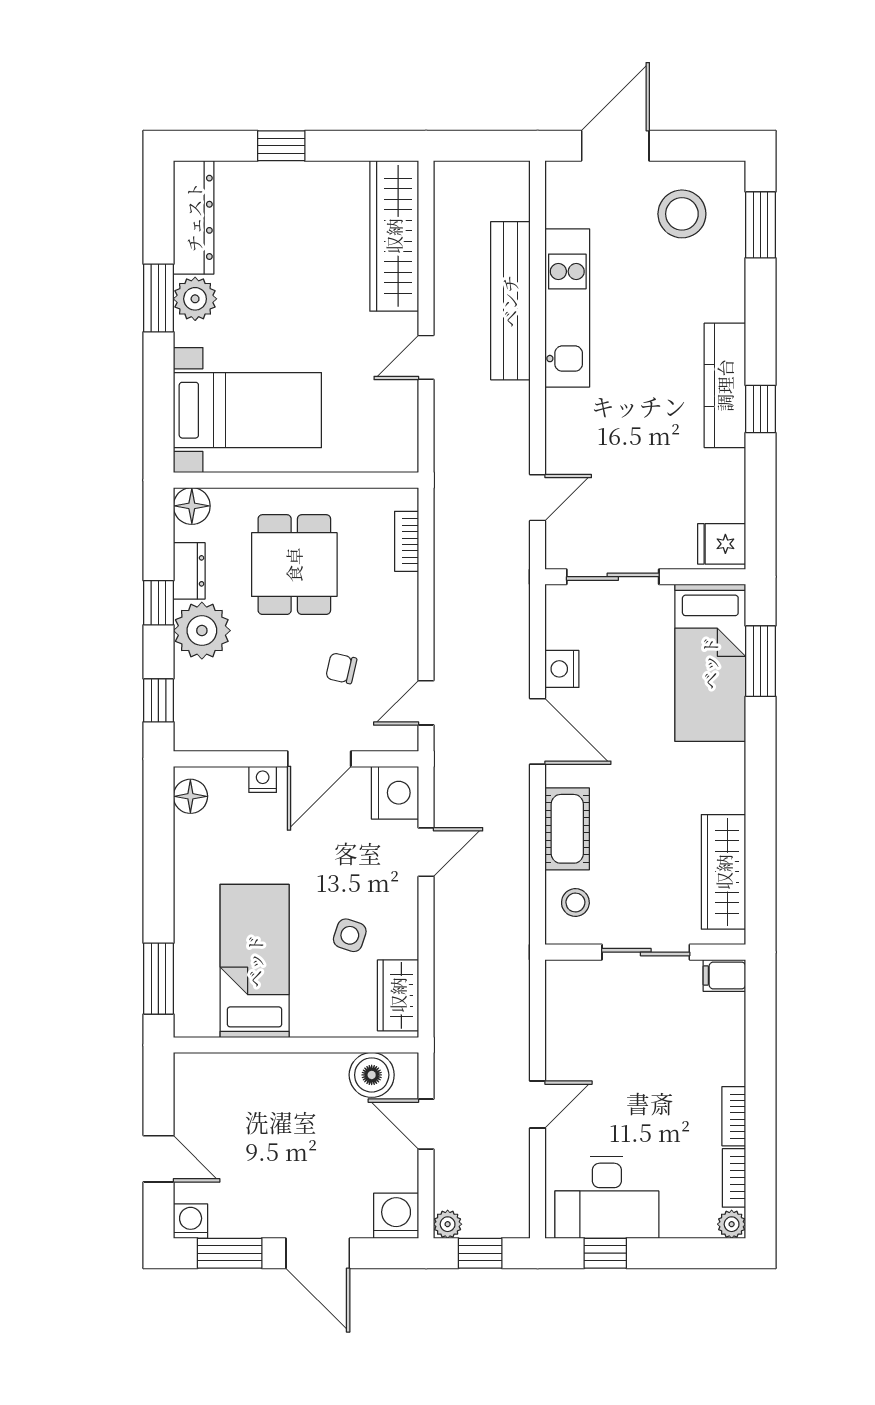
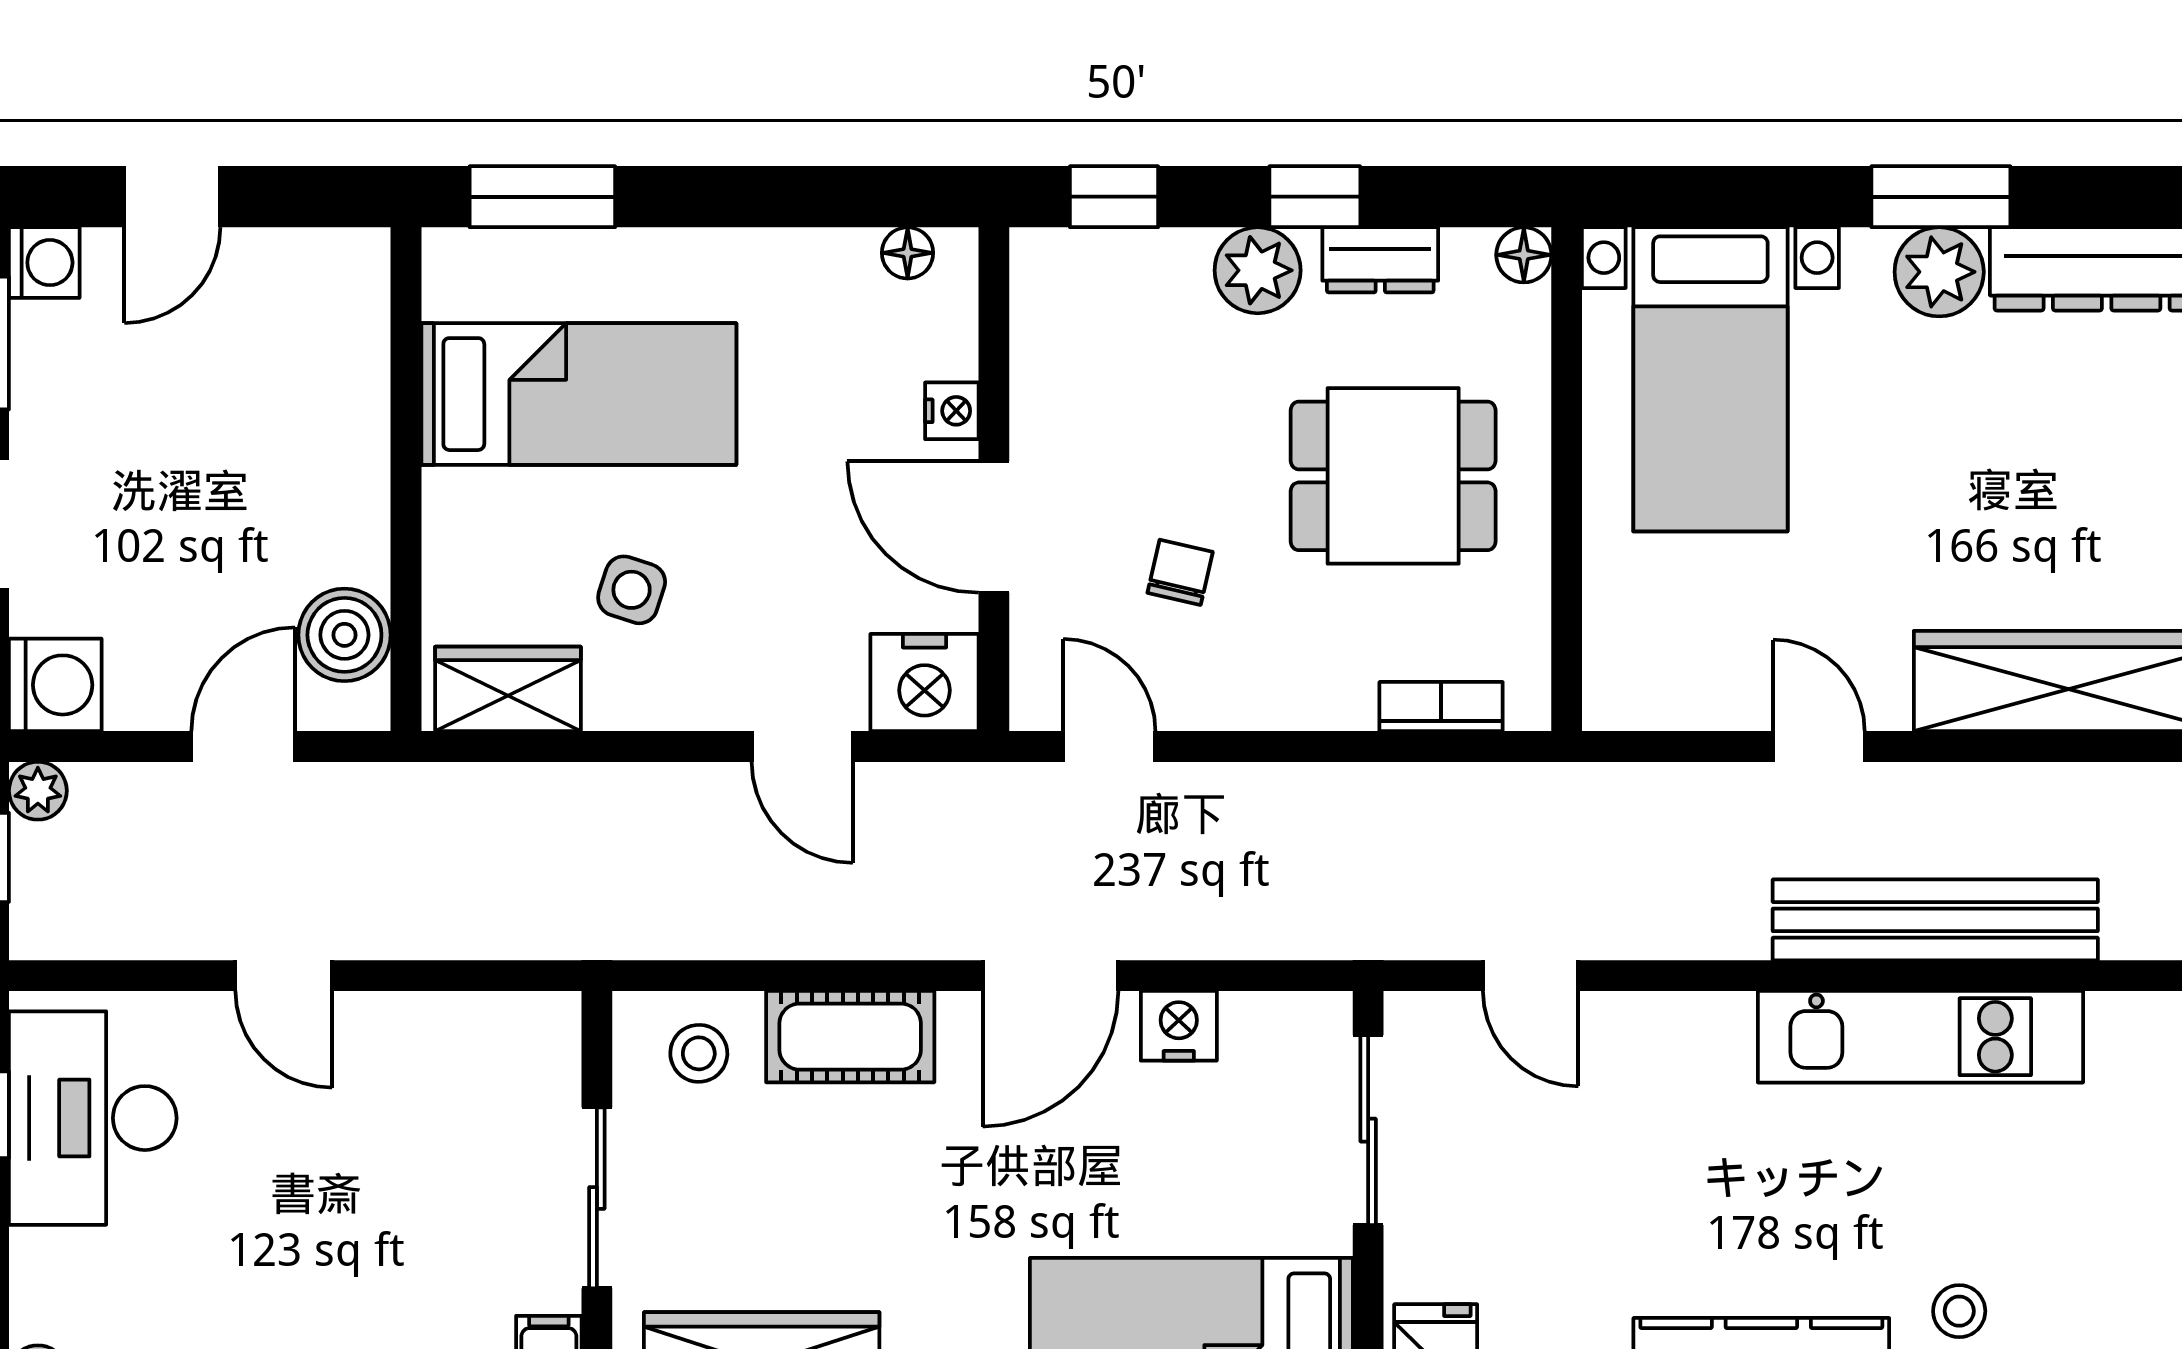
stool: (682, 214) -> (1959, 1311), moved, width x0.53, depth x0.53
floor lamp: (192, 506) -> (1524, 255), width x0.73, depth x0.73
plant: (202, 631) -> (1258, 270), width x0.73, depth x0.73
floor lamp: (190, 796) -> (908, 253), width x0.73, depth x0.73

